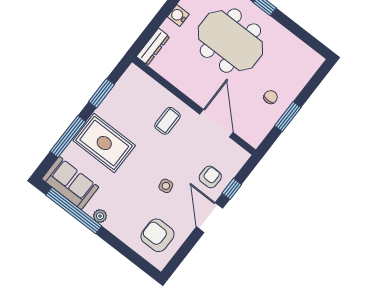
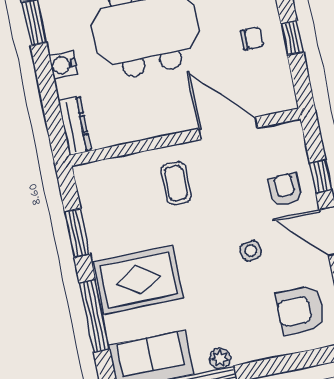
chair: (271, 97) -> (252, 38), turned 90
window: (288, 117) -> (292, 38), width x0.67

